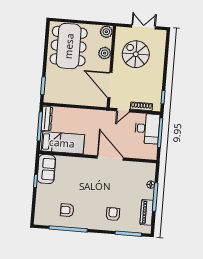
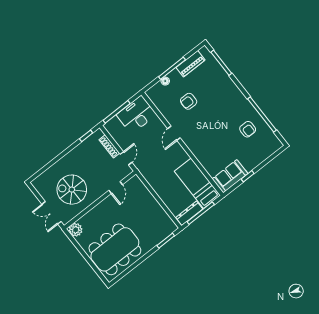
double door: (144, 27) -> (52, 213), moved
plant: (105, 53) -> (94, 215), removed
spiral stairs: (136, 54) -> (72, 190), turned 90
door: (110, 85) -> (116, 188), width x0.53
door: (123, 110) -> (126, 158), hinge flipped
desk: (147, 129) -> (136, 115), moved
door: (110, 158) -> (174, 133), width x0.53
armchair: (113, 214) -> (189, 101), moved

